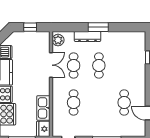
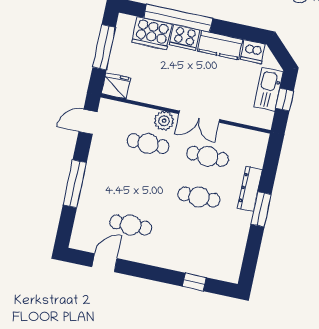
plant: (58, 40) -> (164, 121), moved
double door: (51, 65) -> (199, 117), moved
kitchen sink: (43, 108) -> (269, 89), moved, turned -90

